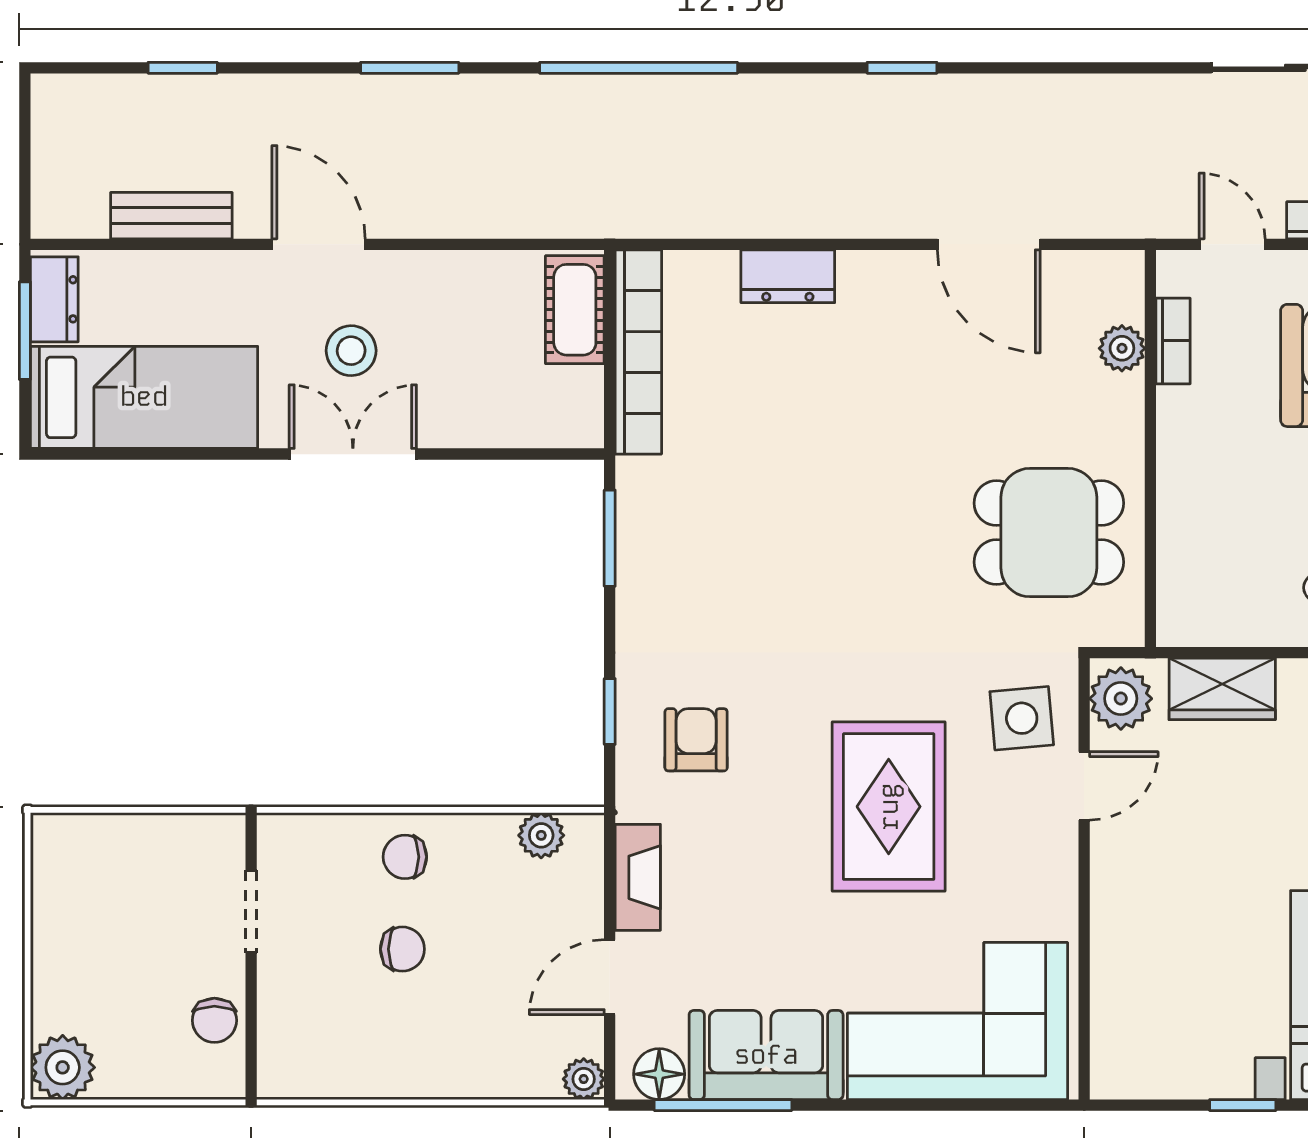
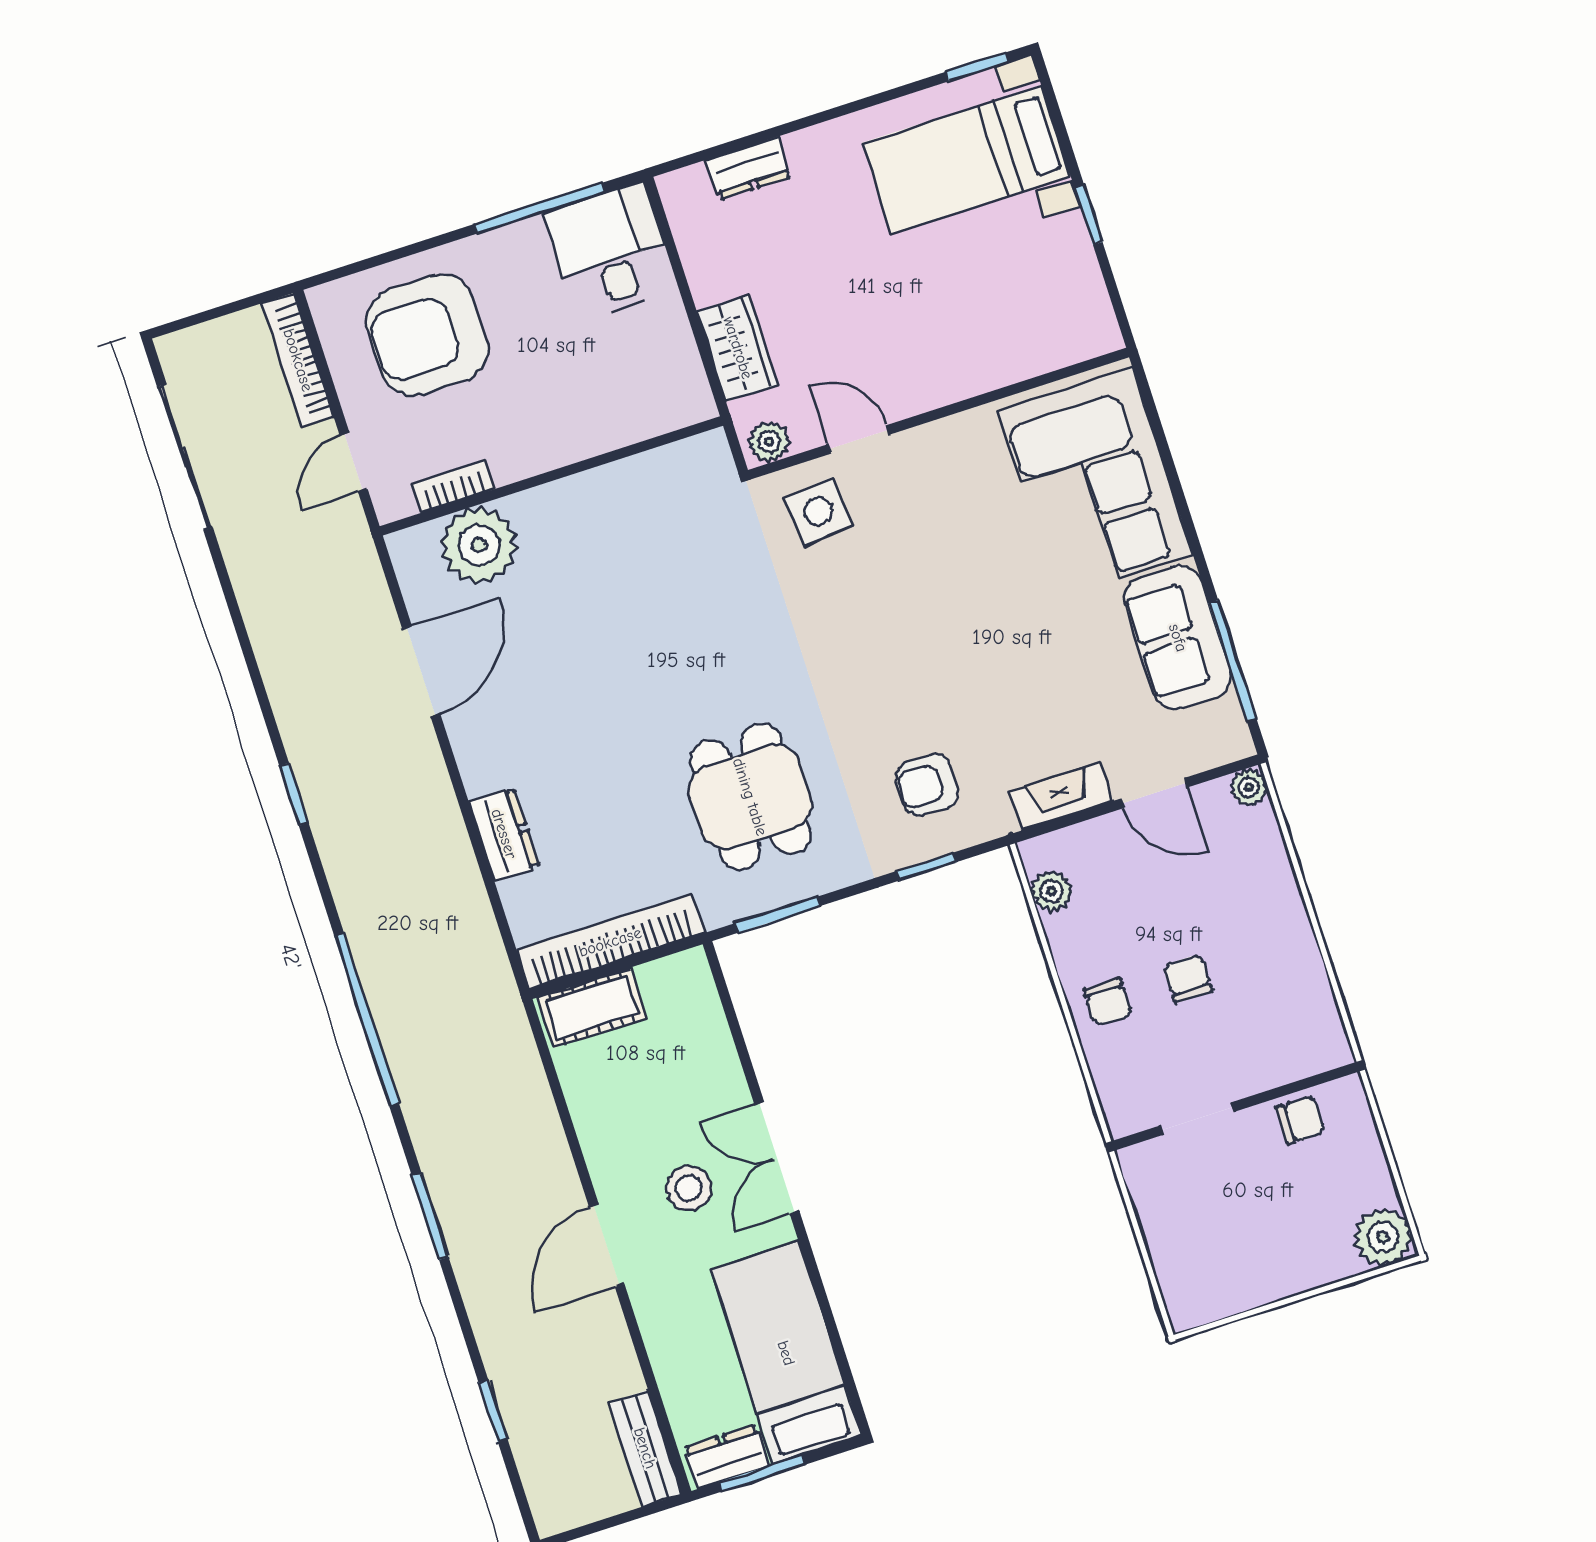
bench: (171, 216) -> (645, 1448), moved
plant: (1122, 348) -> (479, 545), width x1.87, depth x1.87
dining table: (1049, 533) -> (750, 797), moved
plant: (1121, 699) -> (769, 442), width x0.73, depth x0.73
rug: (889, 807) -> (931, 601), removed
floor lamp: (659, 1074) -> (1224, 724), removed

